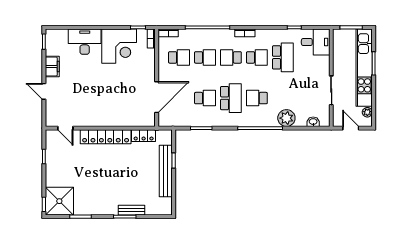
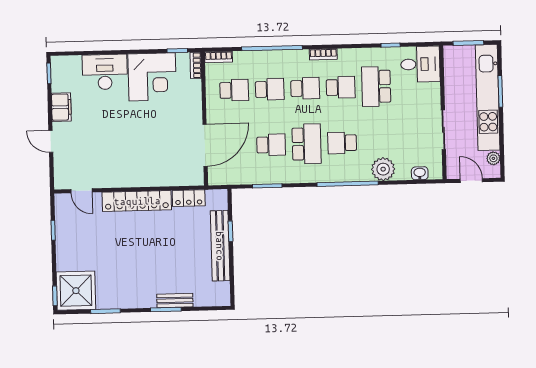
school desk: (231, 57) -> (305, 88), turned 180
school desk: (283, 57) -> (376, 86), turned 180

